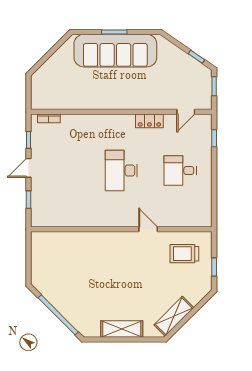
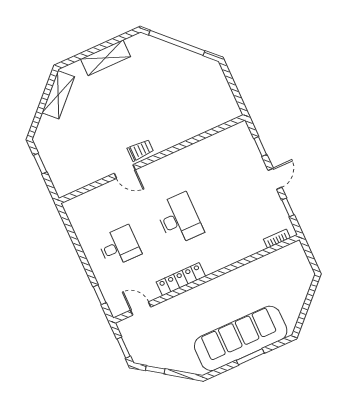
door: (186, 112) -> (141, 309), hinge flipped
locker: (149, 121) -> (181, 279), width x1.53
trolley: (184, 254) -> (140, 150), moved, width x0.73, depth x0.72

